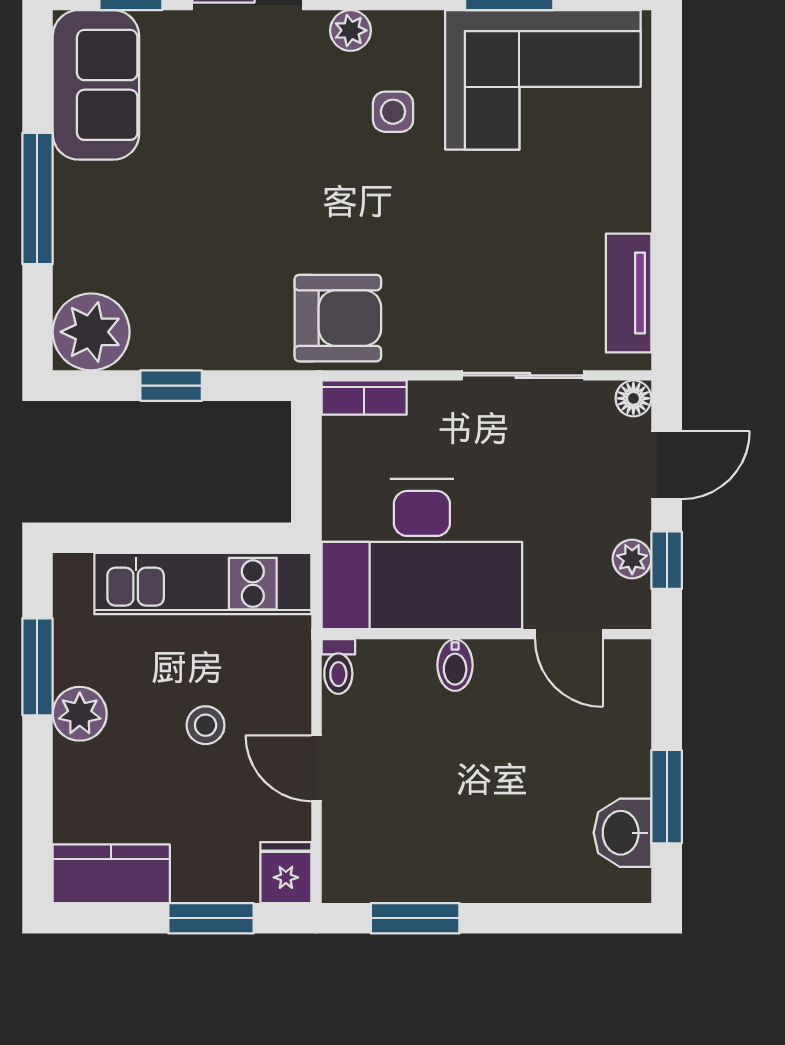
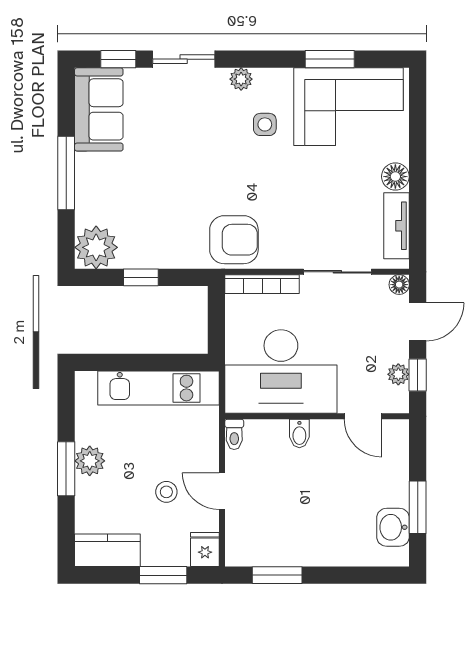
floor lamp: (627, 205) -> (395, 177), added
bookcase: (364, 398) -> (262, 284), width x1.56
window: (37, 667) -> (66, 469), moved
stool: (206, 725) -> (166, 492), moved

